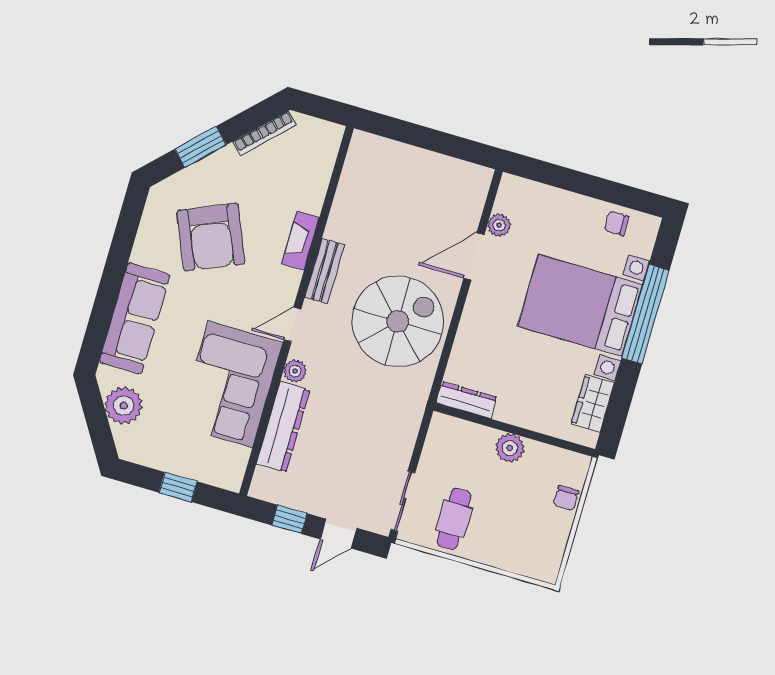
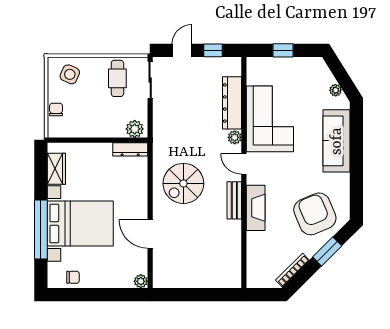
plant: (499, 225) -> (141, 281), moved
armchair: (211, 237) -> (315, 214), moved
fireplace: (301, 241) -> (256, 208), width x1.37, depth x1.32
door: (474, 256) -> (150, 234), swing flipped
spiral stairs: (398, 321) -> (183, 183), width x0.73, depth x0.73
door: (293, 324) -> (244, 164), swing flipped
plant: (124, 406) -> (336, 90), width x0.53, depth x0.53
plant: (510, 448) -> (135, 129), moved
side table: (528, 547) -> (70, 74), added

